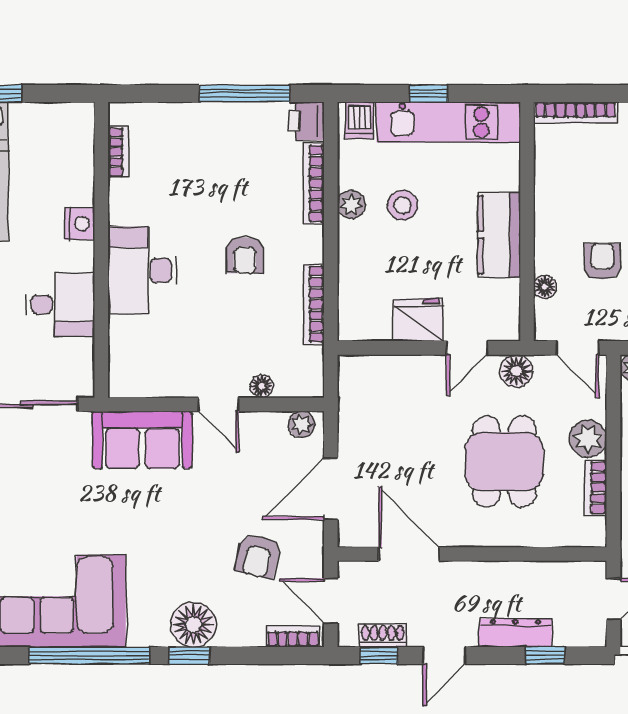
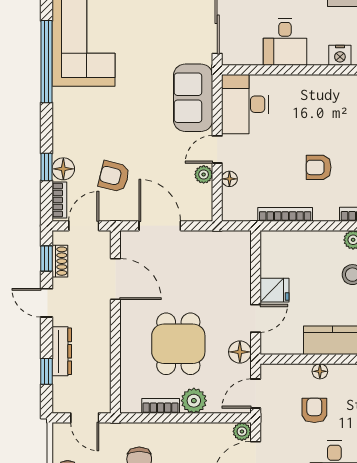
armchair: (602, 261) -> (314, 410), turned -90
desk: (142, 270) -> (245, 104), moved, turned -90
floor lamp: (545, 287) -> (320, 371), moved
fridge: (419, 320) -> (274, 290), width x0.72
door: (467, 348) -> (256, 318), swing flipped
plant: (302, 424) -> (204, 174), moved
dining table: (504, 461) -> (178, 344), turned 90
door: (409, 554) -> (115, 279), hinge flipped
floor lamp: (193, 625) -> (63, 169), moved, width x0.73, depth x0.73
window: (189, 655) -> (47, 167), moved

